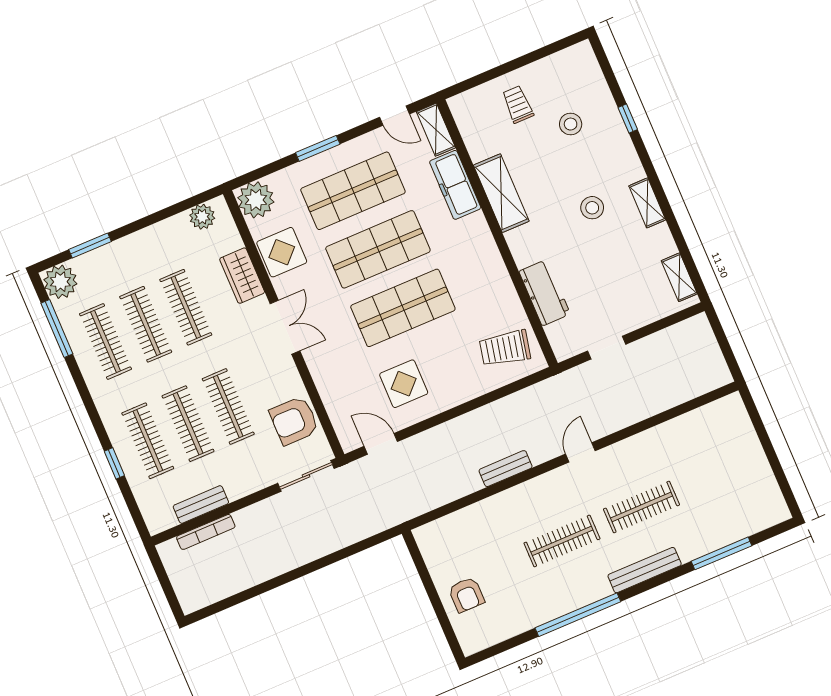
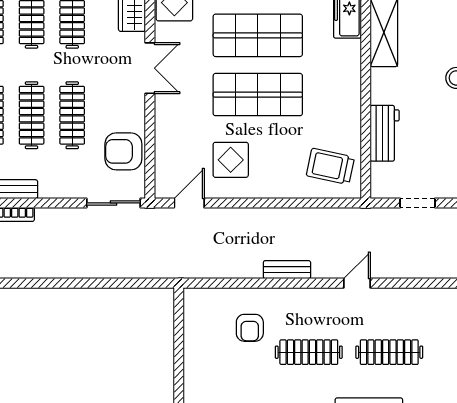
door: (381, 444) -> (189, 203), hinge flipped
armchair: (466, 595) -> (250, 328), moved

